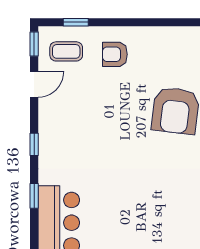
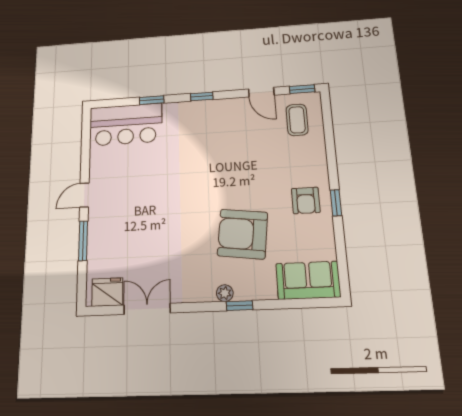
window: (76, 22) -> (336, 203), moved
armchair: (115, 54) -> (306, 200), moved, turned 180

